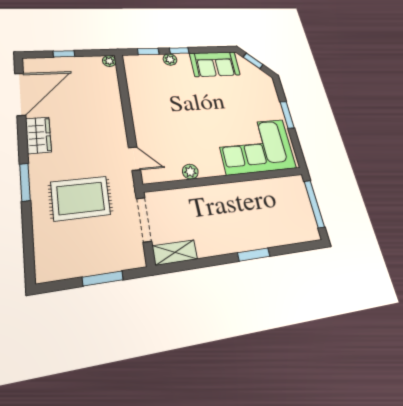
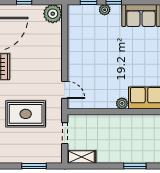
plant: (109, 61) -> (53, 14), width x1.88, depth x1.88
plant: (190, 172) -> (122, 103), moved
doorway: (144, 220) -> (65, 133), width x0.73

